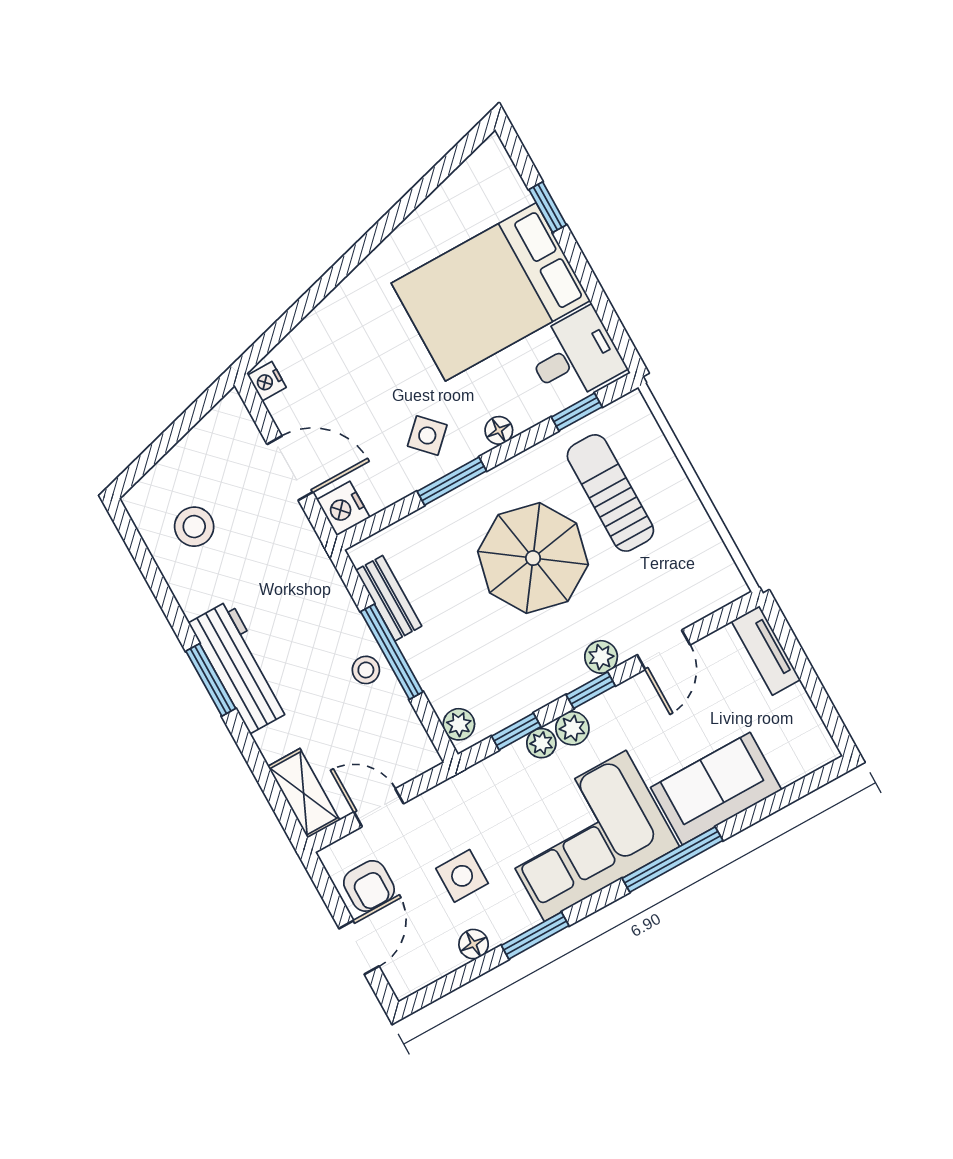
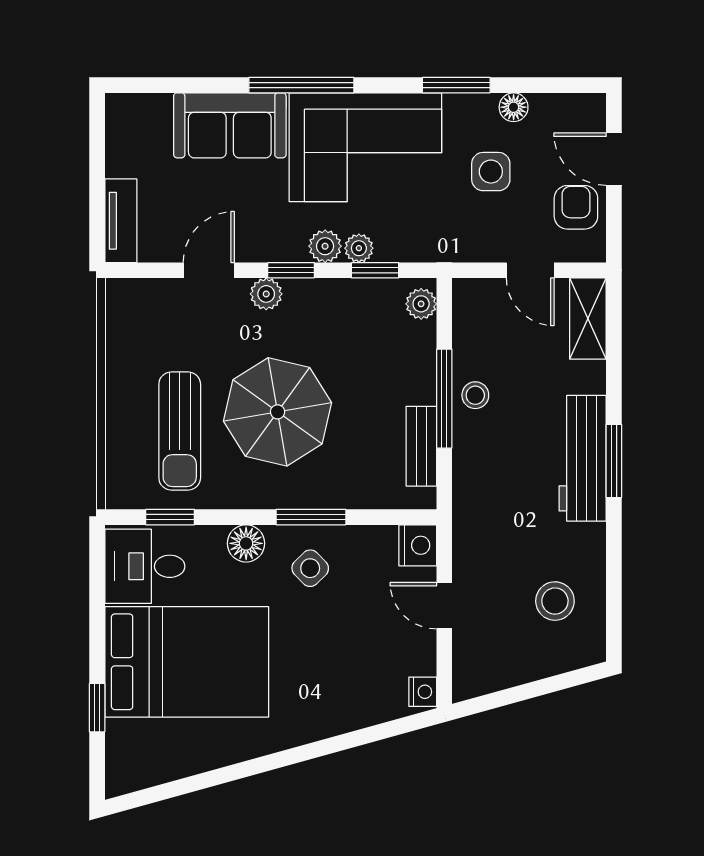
floor lamp: (499, 430) -> (246, 543), width x1.37, depth x1.37
door: (290, 468) -> (444, 606), width x0.73
door: (359, 947) -> (614, 159), hinge flipped

